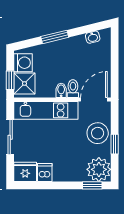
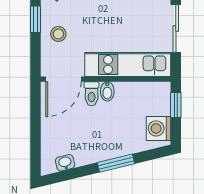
shower: (24, 84) -> (157, 101), removed
stool: (98, 133) -> (58, 34), width x0.53, depth x0.53

